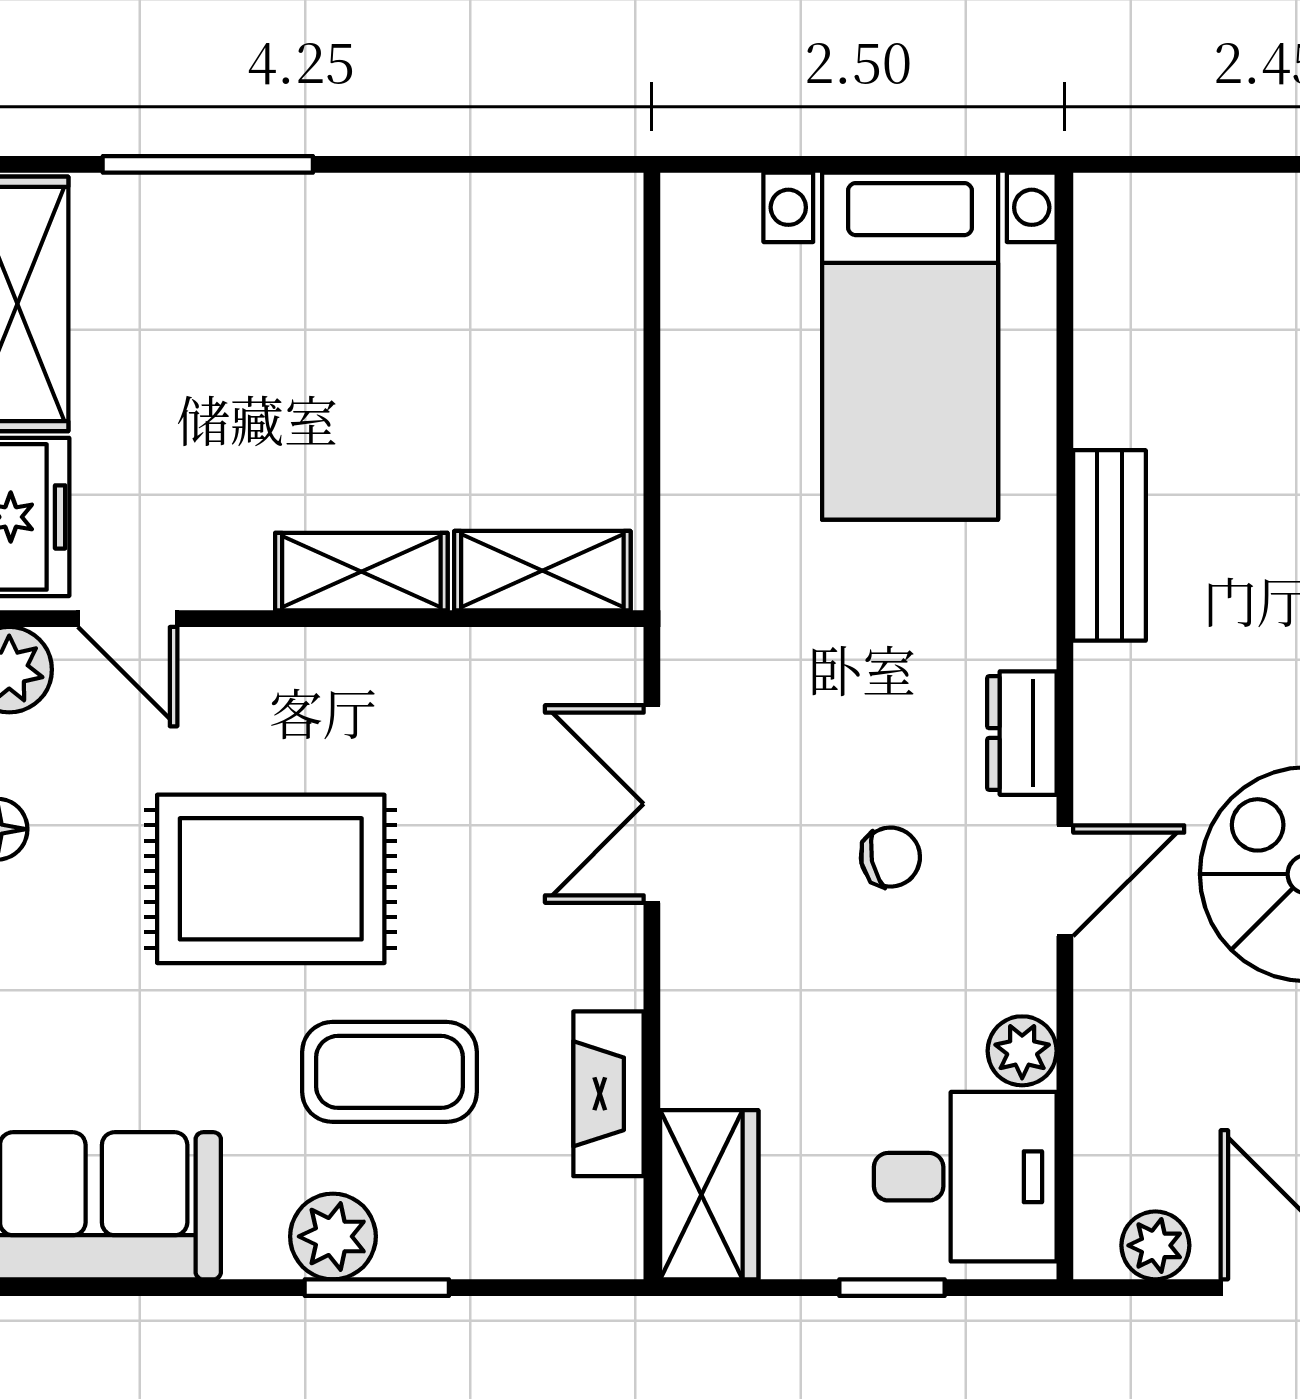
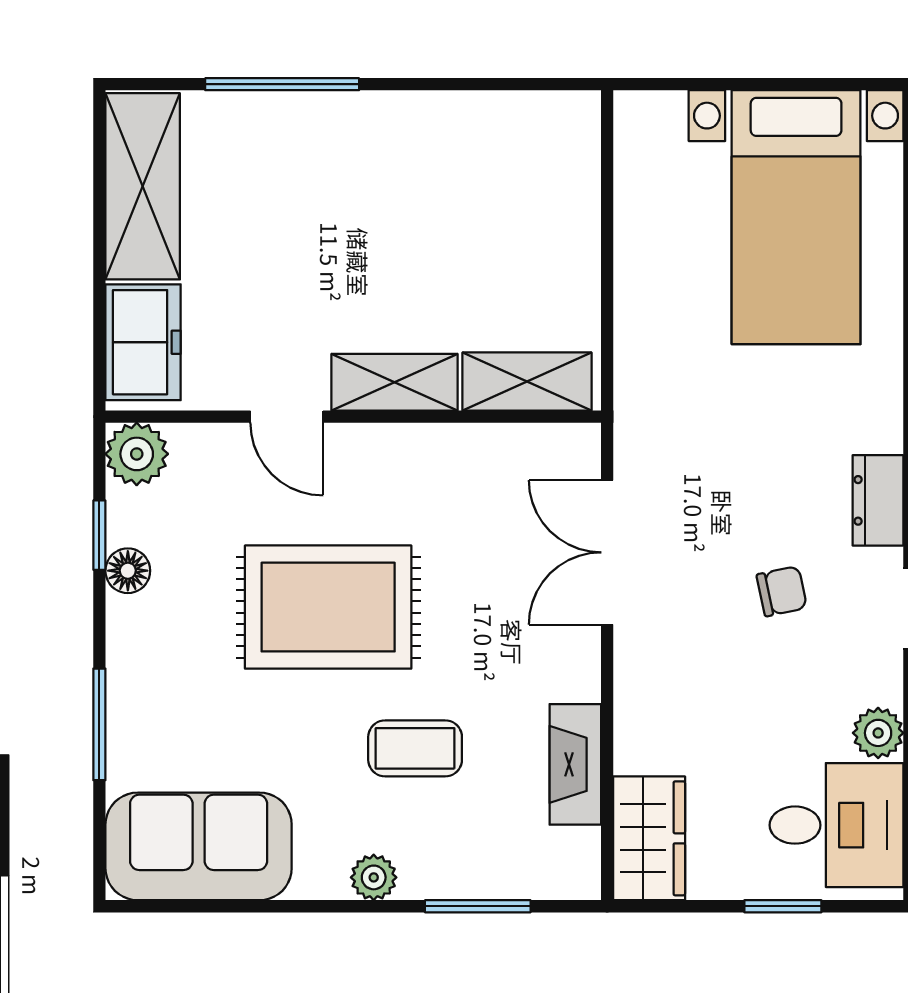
door: (128, 619) -> (287, 417), moved
coffee table: (390, 1072) -> (415, 748), width x0.73, depth x0.77
plant: (333, 1236) -> (374, 877), width x0.73, depth x0.73
window: (377, 1288) -> (478, 906), moved

